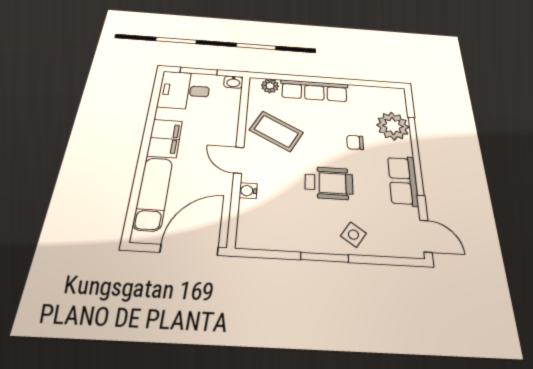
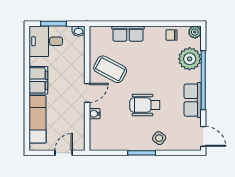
plant: (270, 86) -> (195, 32), moved
row of seats: (314, 91) -> (128, 34), width x0.68
chair: (355, 142) -> (172, 35), moved
door: (239, 160) -> (87, 93), swing flipped
wheelchair: (329, 183) -> (145, 105), turned 180
door: (189, 250) -> (64, 153), width x0.53

